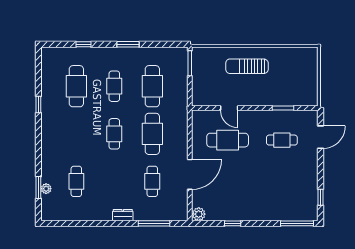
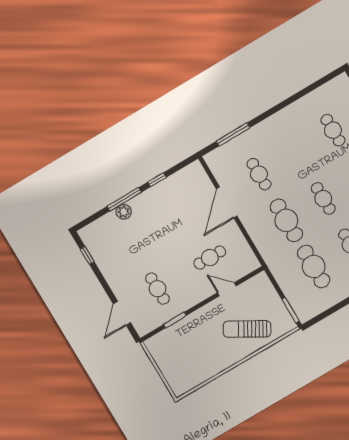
sun lounger: (247, 66) -> (247, 329), moved, turned -150
cafe table: (228, 140) -> (210, 258), width x0.73, depth x0.74
cafe table: (282, 140) -> (157, 289), turned 90
plant: (199, 214) -> (124, 212), moved
dresser: (123, 215) -> (268, 124), removed
window: (297, 223) -> (124, 199), moved

